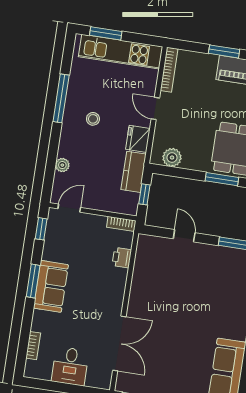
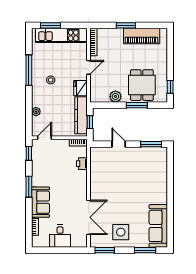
door: (155, 108) -> (89, 67), swing flipped
plant: (172, 158) -> (115, 96), moved
kitchen counter: (134, 172) -> (81, 115), width x1.50
sofa: (51, 286) -> (40, 202), moved
side table: (166, 374) -> (121, 232), added

